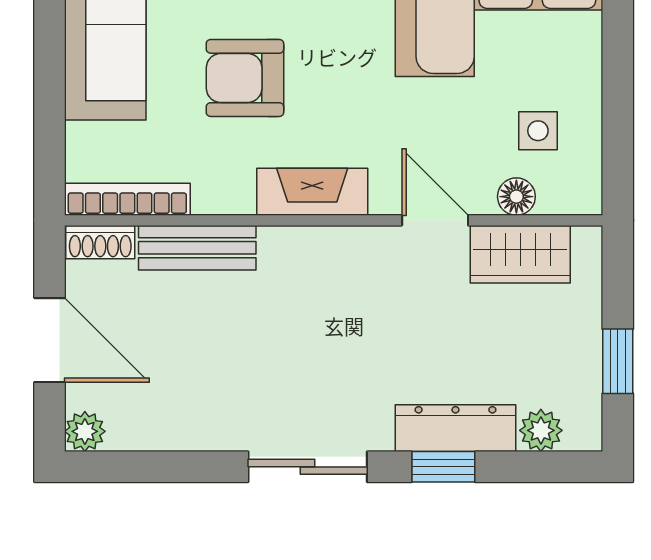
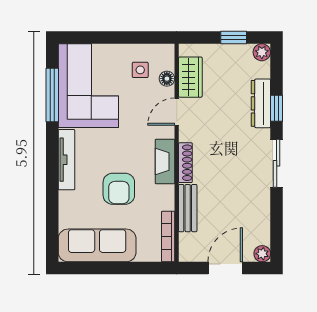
shoe rack: (100, 242) -> (185, 163), moved, width x1.43
plant: (541, 430) -> (262, 52), moved

